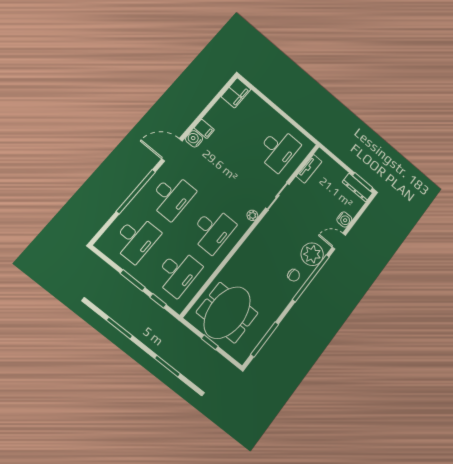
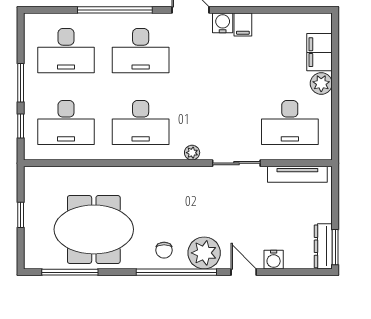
filing cabinet: (236, 93) -> (320, 52), moved, turned 90
plant: (271, 115) -> (321, 84), added
tv unit: (309, 169) -> (297, 174), width x1.41
meeting table: (227, 313) -> (94, 229), moved

